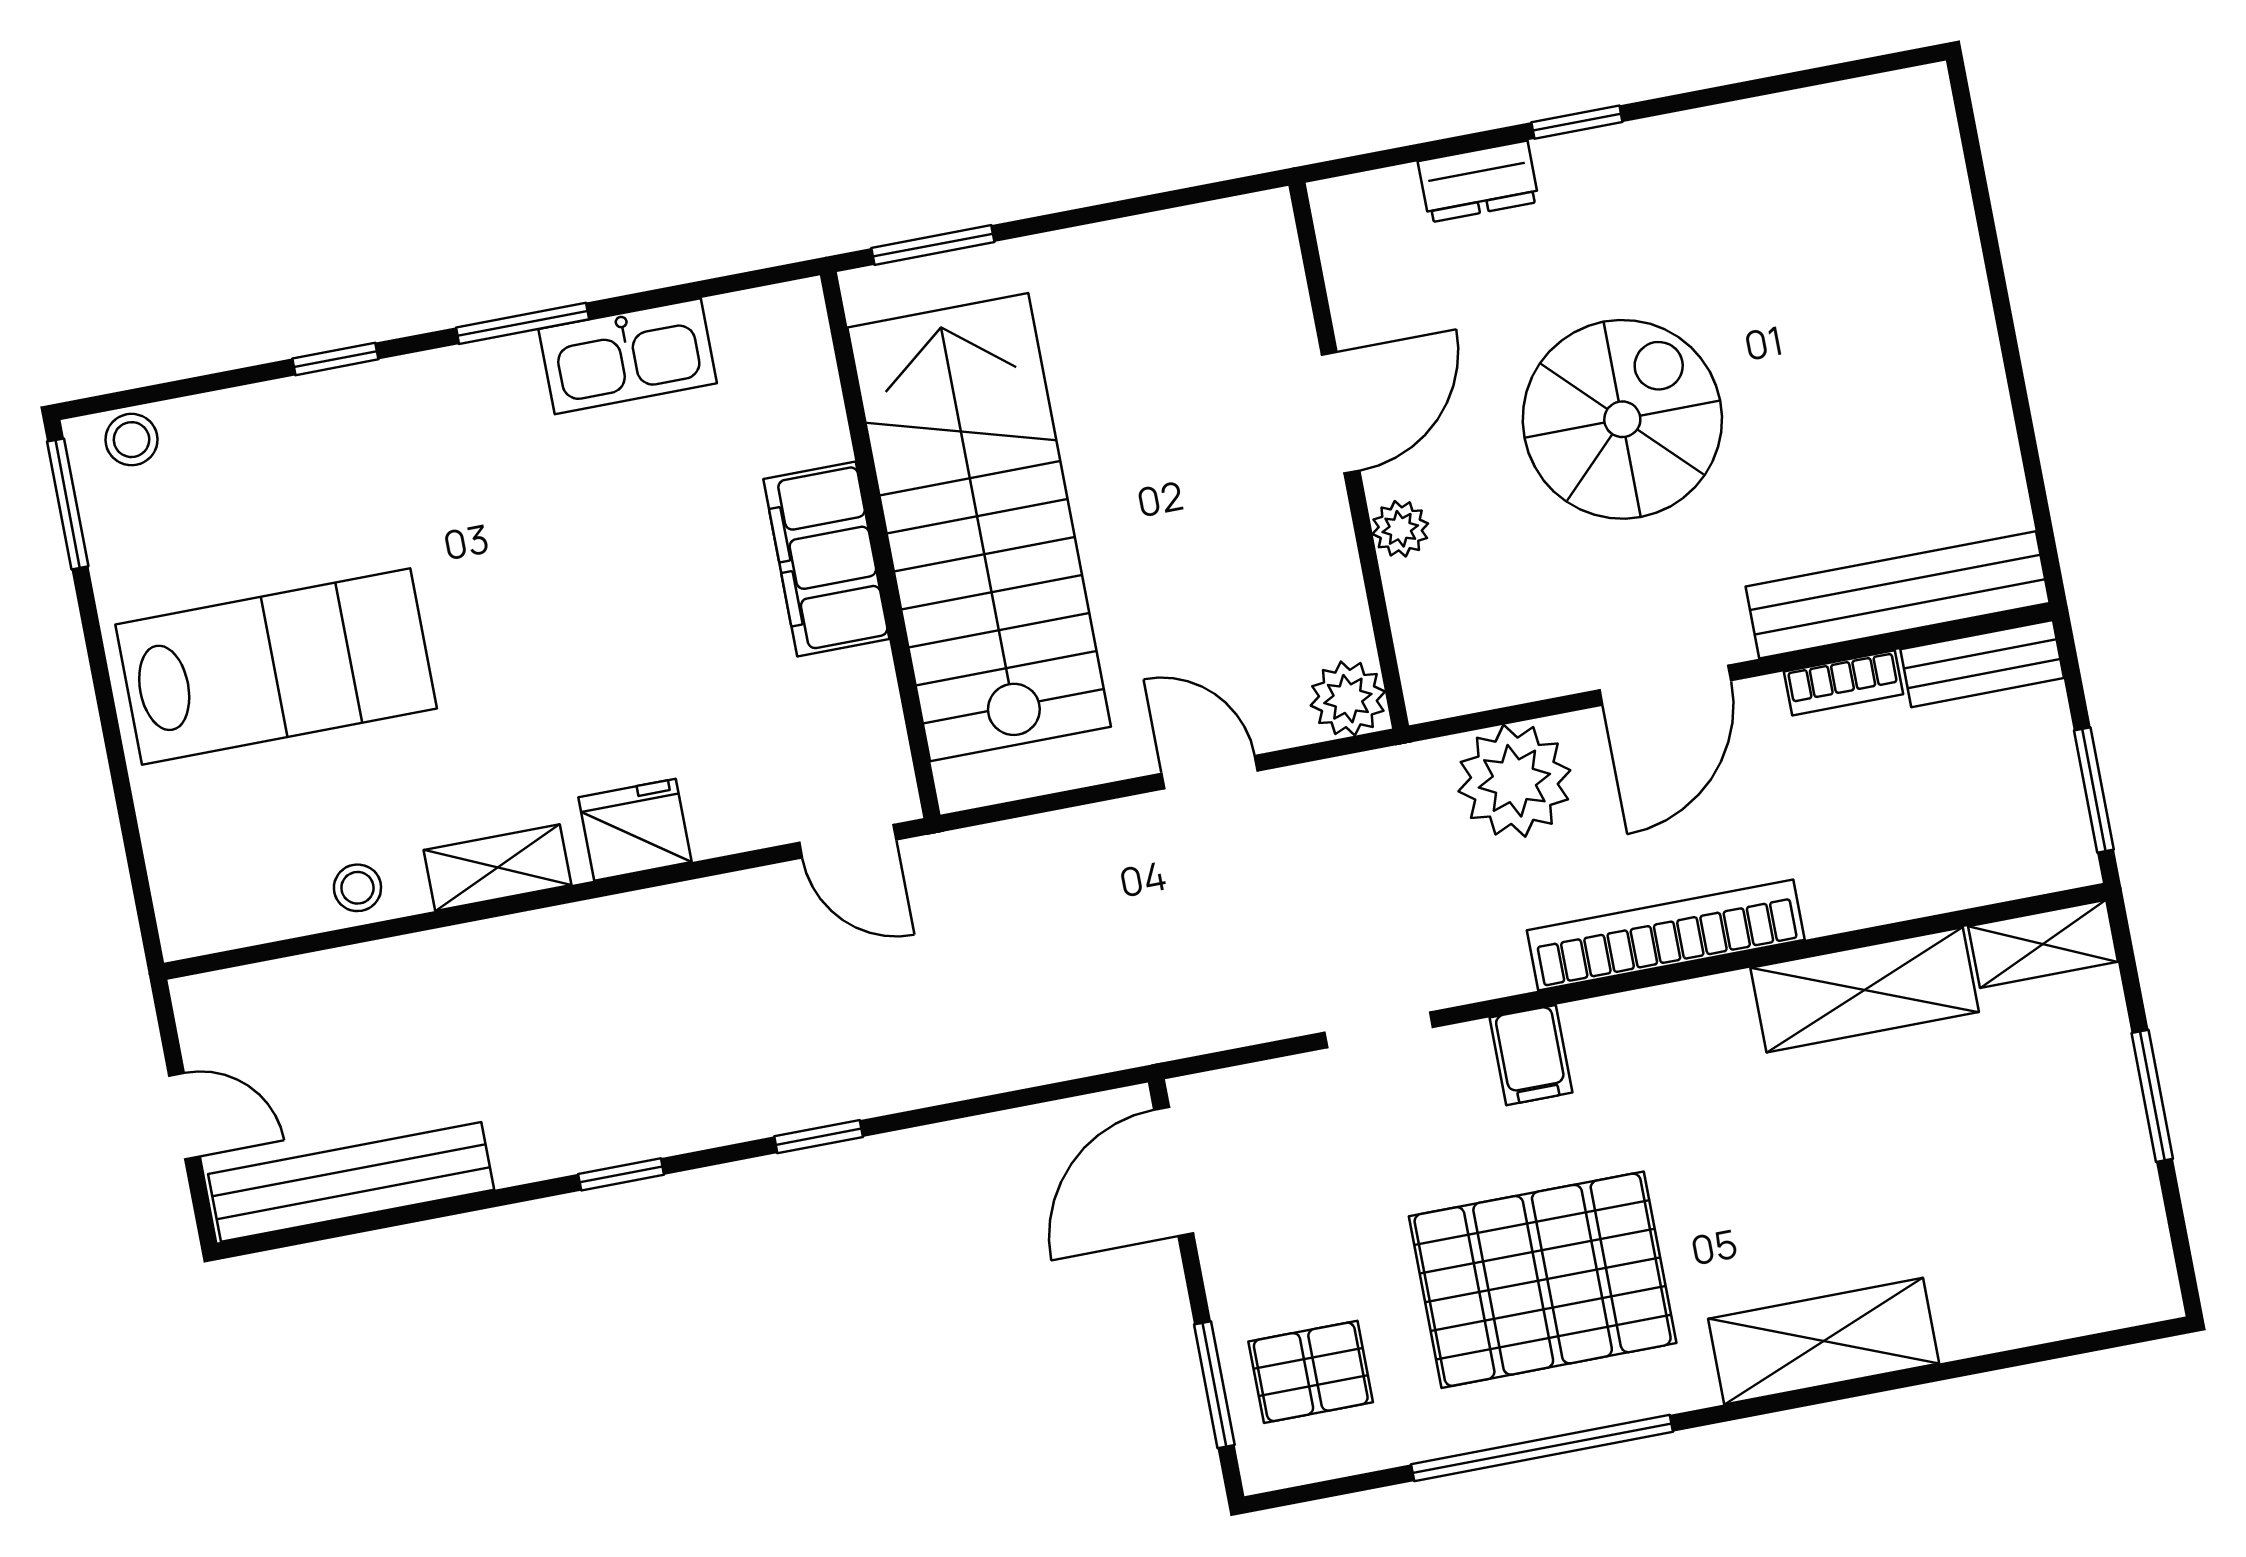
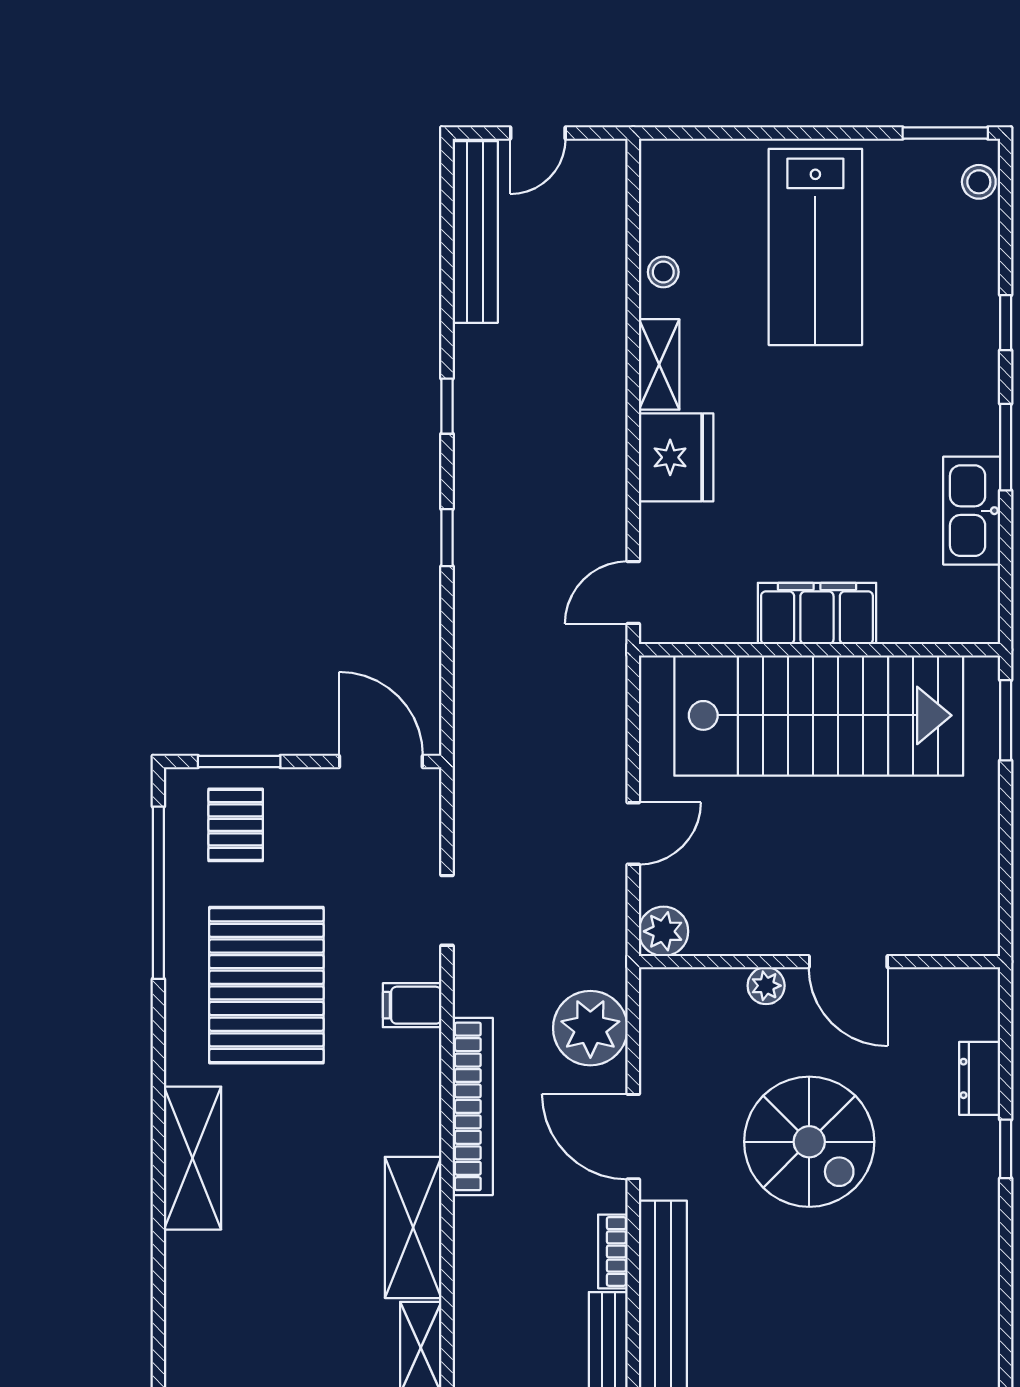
fridge: (635, 830) -> (676, 457), width x1.36, depth x1.34
window: (1542, 1448) -> (158, 893), moved

